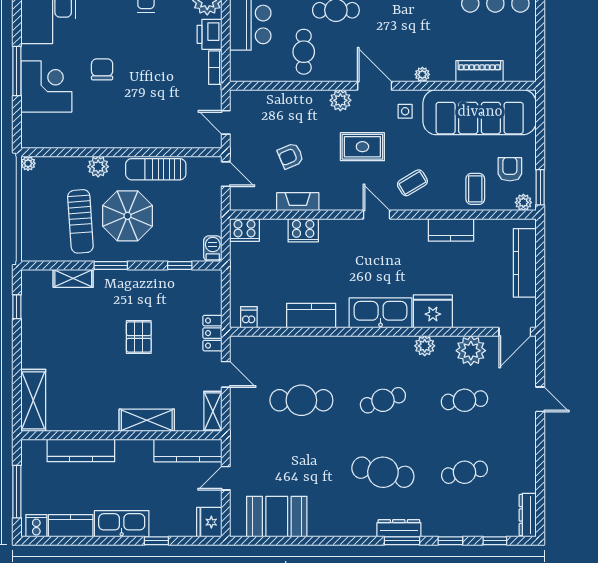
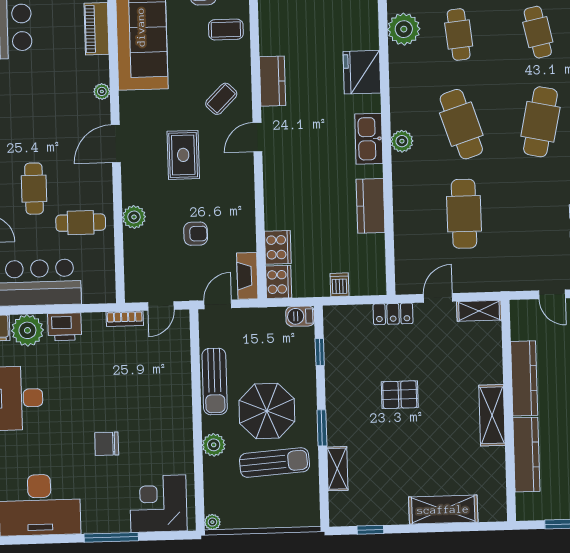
bookcase: (215, 68) -> (125, 319), moved
corner desk: (46, 86) -> (158, 504), moved
plant: (340, 100) -> (134, 217), moved
side table: (405, 111) -> (143, 109), removed
armchair: (291, 156) -> (196, 234), turned -67
coffee table: (412, 183) -> (221, 99), turned 76
fireplace: (298, 202) -> (247, 276), moved
cooker: (303, 230) -> (278, 247), moved
kitchen counter: (451, 230) -> (273, 81), moved
kitchen sink: (381, 313) -> (369, 139), width x0.73, depth x0.81
dishwasher: (249, 317) -> (339, 285), moved, turned 90
plant: (425, 346) -> (402, 141), moved
shelving: (33, 400) -> (443, 510), moved
cafe table: (383, 400) -> (461, 124), width x1.37, depth x1.35
shelving: (147, 420) -> (492, 415), moved
kitchen counter: (188, 451) -> (524, 378), moved

